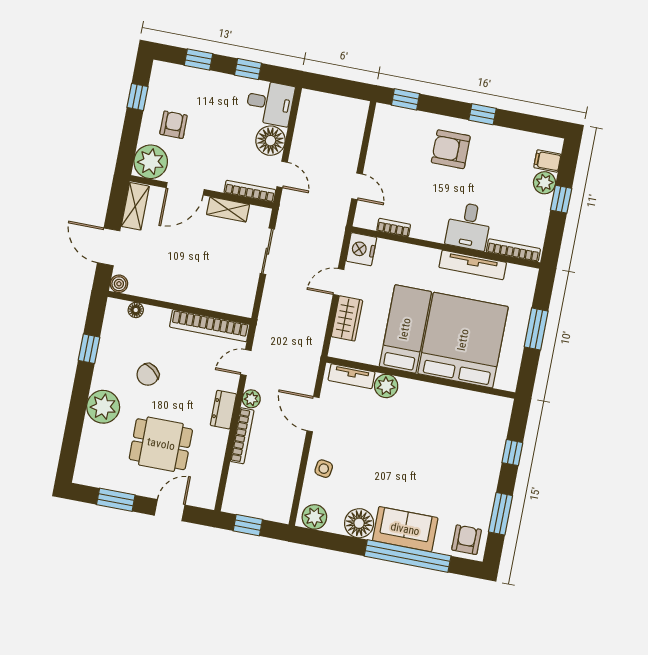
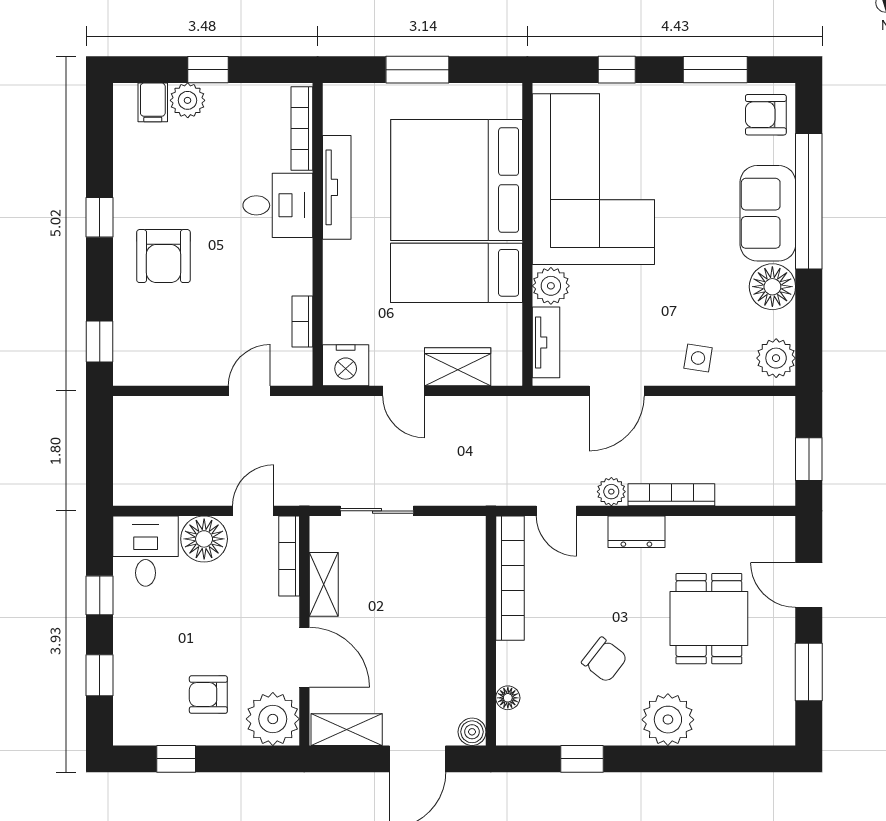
corner sofa: (447, 425) -> (593, 179), added

